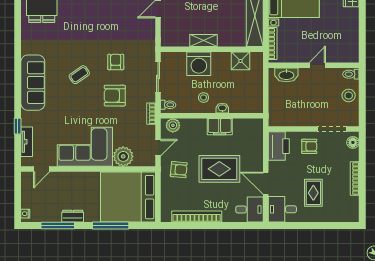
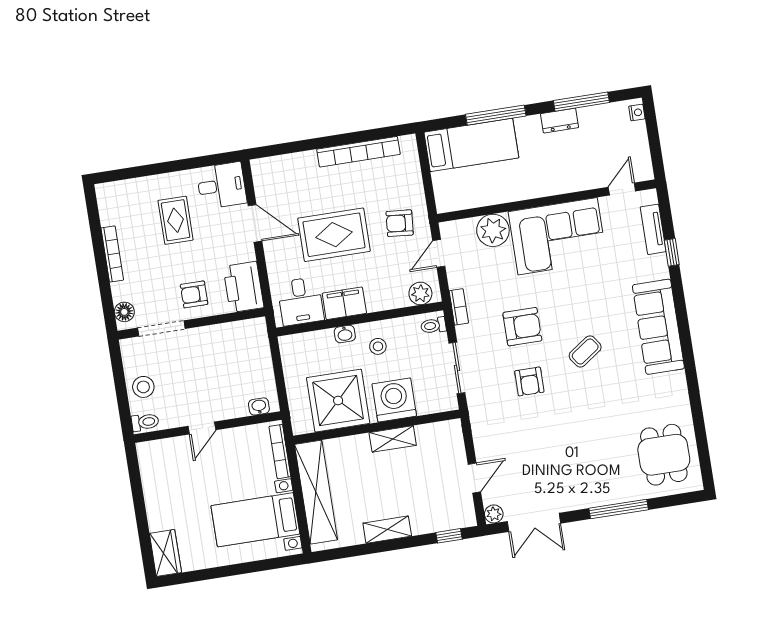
shower: (240, 61) -> (338, 401), width x1.86, depth x1.86
washbasin: (286, 75) -> (259, 406), width x0.52, depth x0.69
bed: (128, 197) -> (471, 145), width x0.49
desk: (249, 210) -> (301, 301), moved, turned -90

